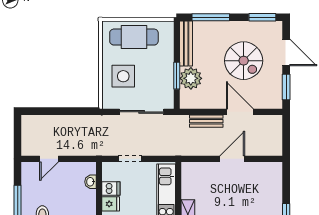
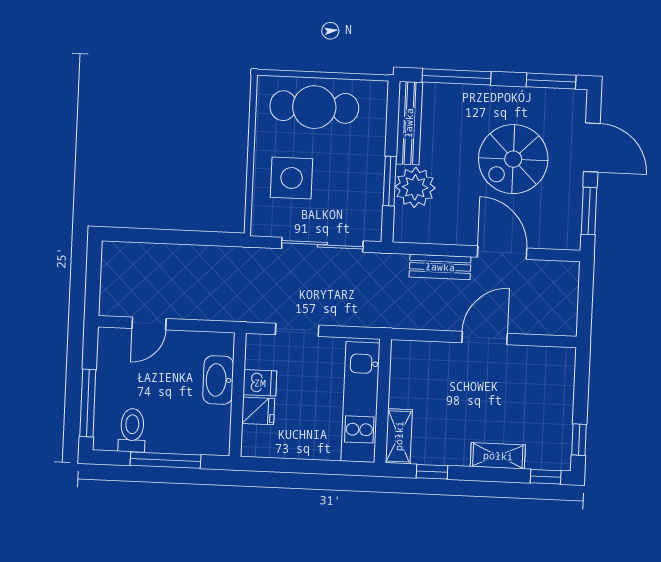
spiral stairs: (244, 61) -> (513, 159), turned 90
washbasin: (91, 182) -> (218, 380), width x1.91, depth x1.45

